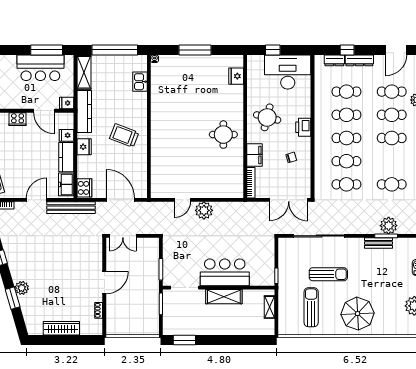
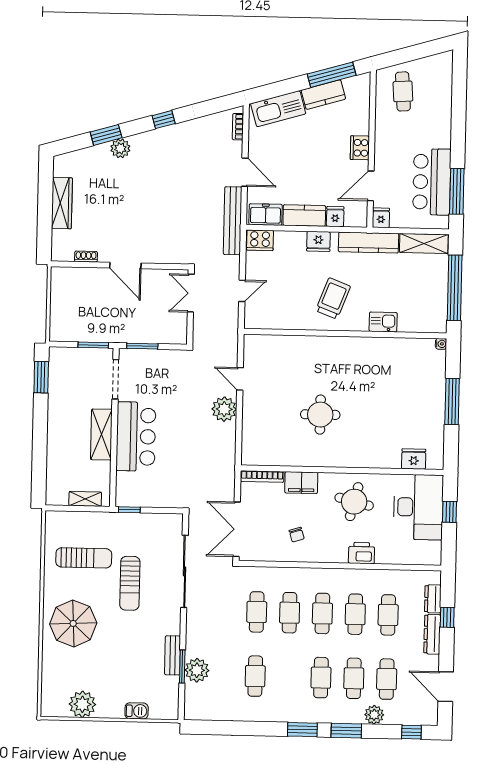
desk: (288, 72) -> (418, 507), moved
kitchen sink: (140, 82) -> (383, 322), moved
printer: (303, 127) -> (362, 553), moved
round table: (223, 135) -> (320, 415), moved
door: (120, 200) -> (242, 291), width x0.53

